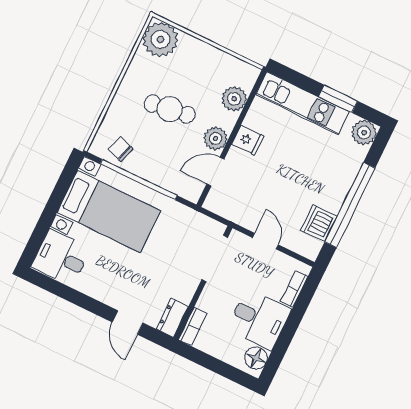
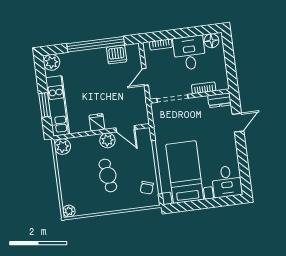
plant: (160, 39) -> (69, 211), width x0.53, depth x0.53
plant: (234, 99) -> (62, 147), moved
window: (338, 99) -> (45, 105), moved
bookcase: (193, 327) -> (204, 88), moved

